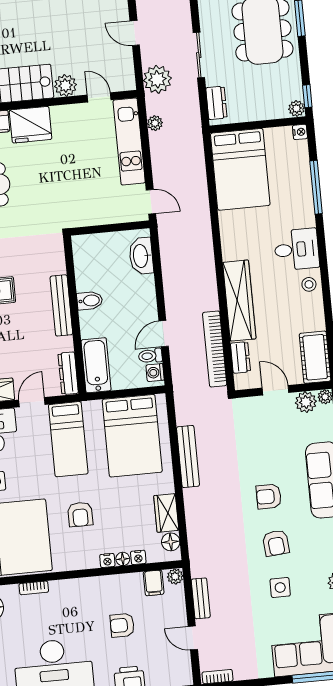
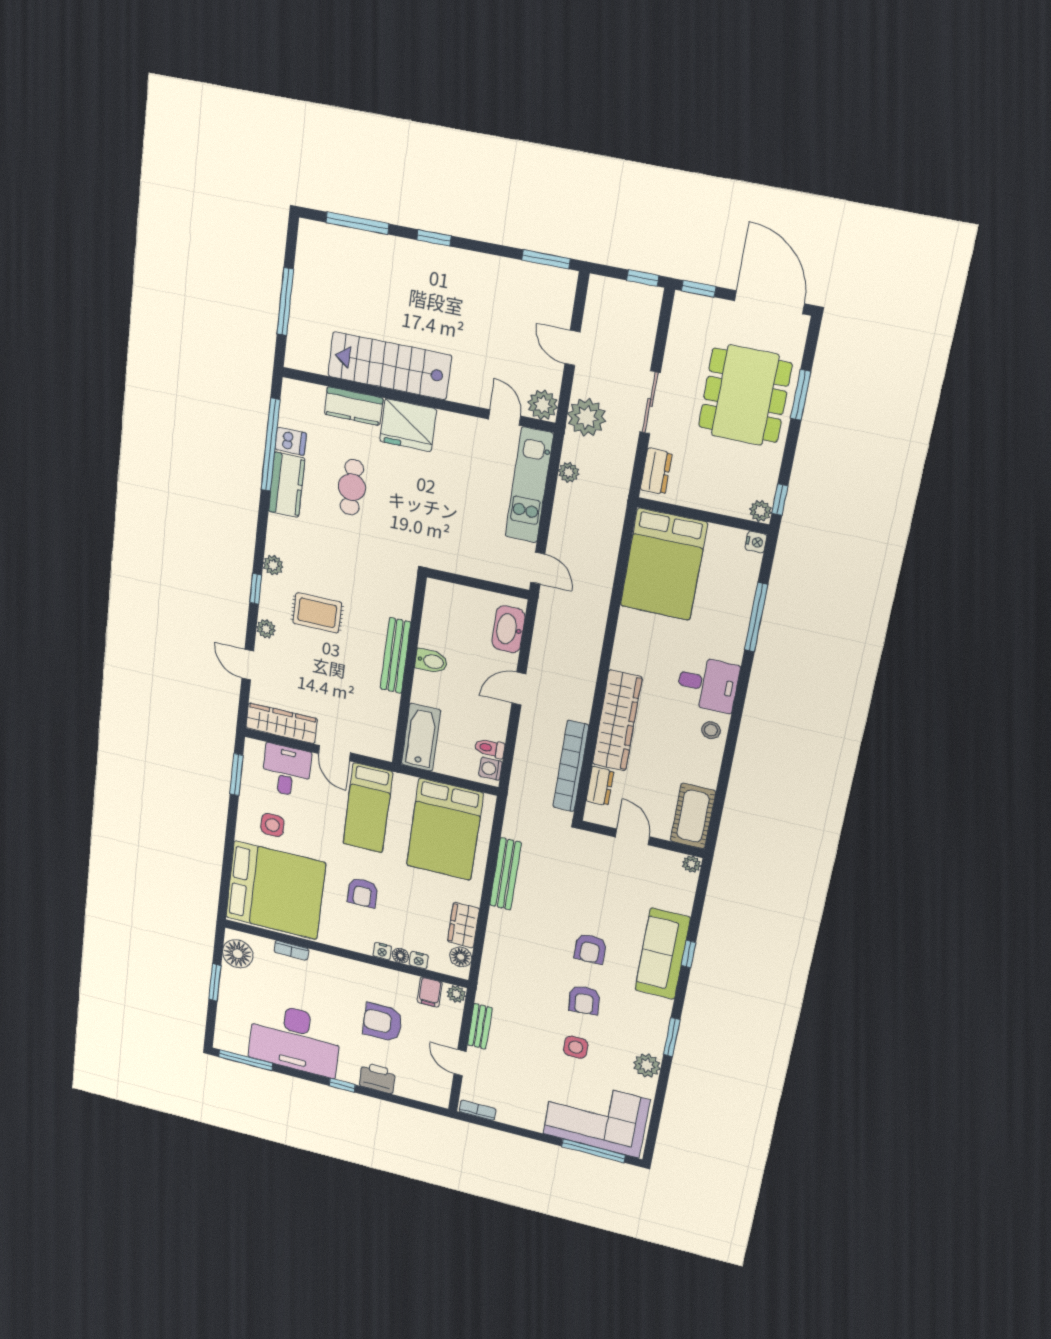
plant: (65, 85) -> (543, 405), moved
door: (164, 334) -> (519, 689), moved
dresser: (68, 373) -> (385, 735), removed
door: (32, 402) -> (334, 753), swing flipped
plant: (306, 402) -> (666, 862), removed
armchair: (269, 496) -> (590, 949), turned -90
armchair: (122, 625) -> (383, 1022), width x1.38, depth x1.38

